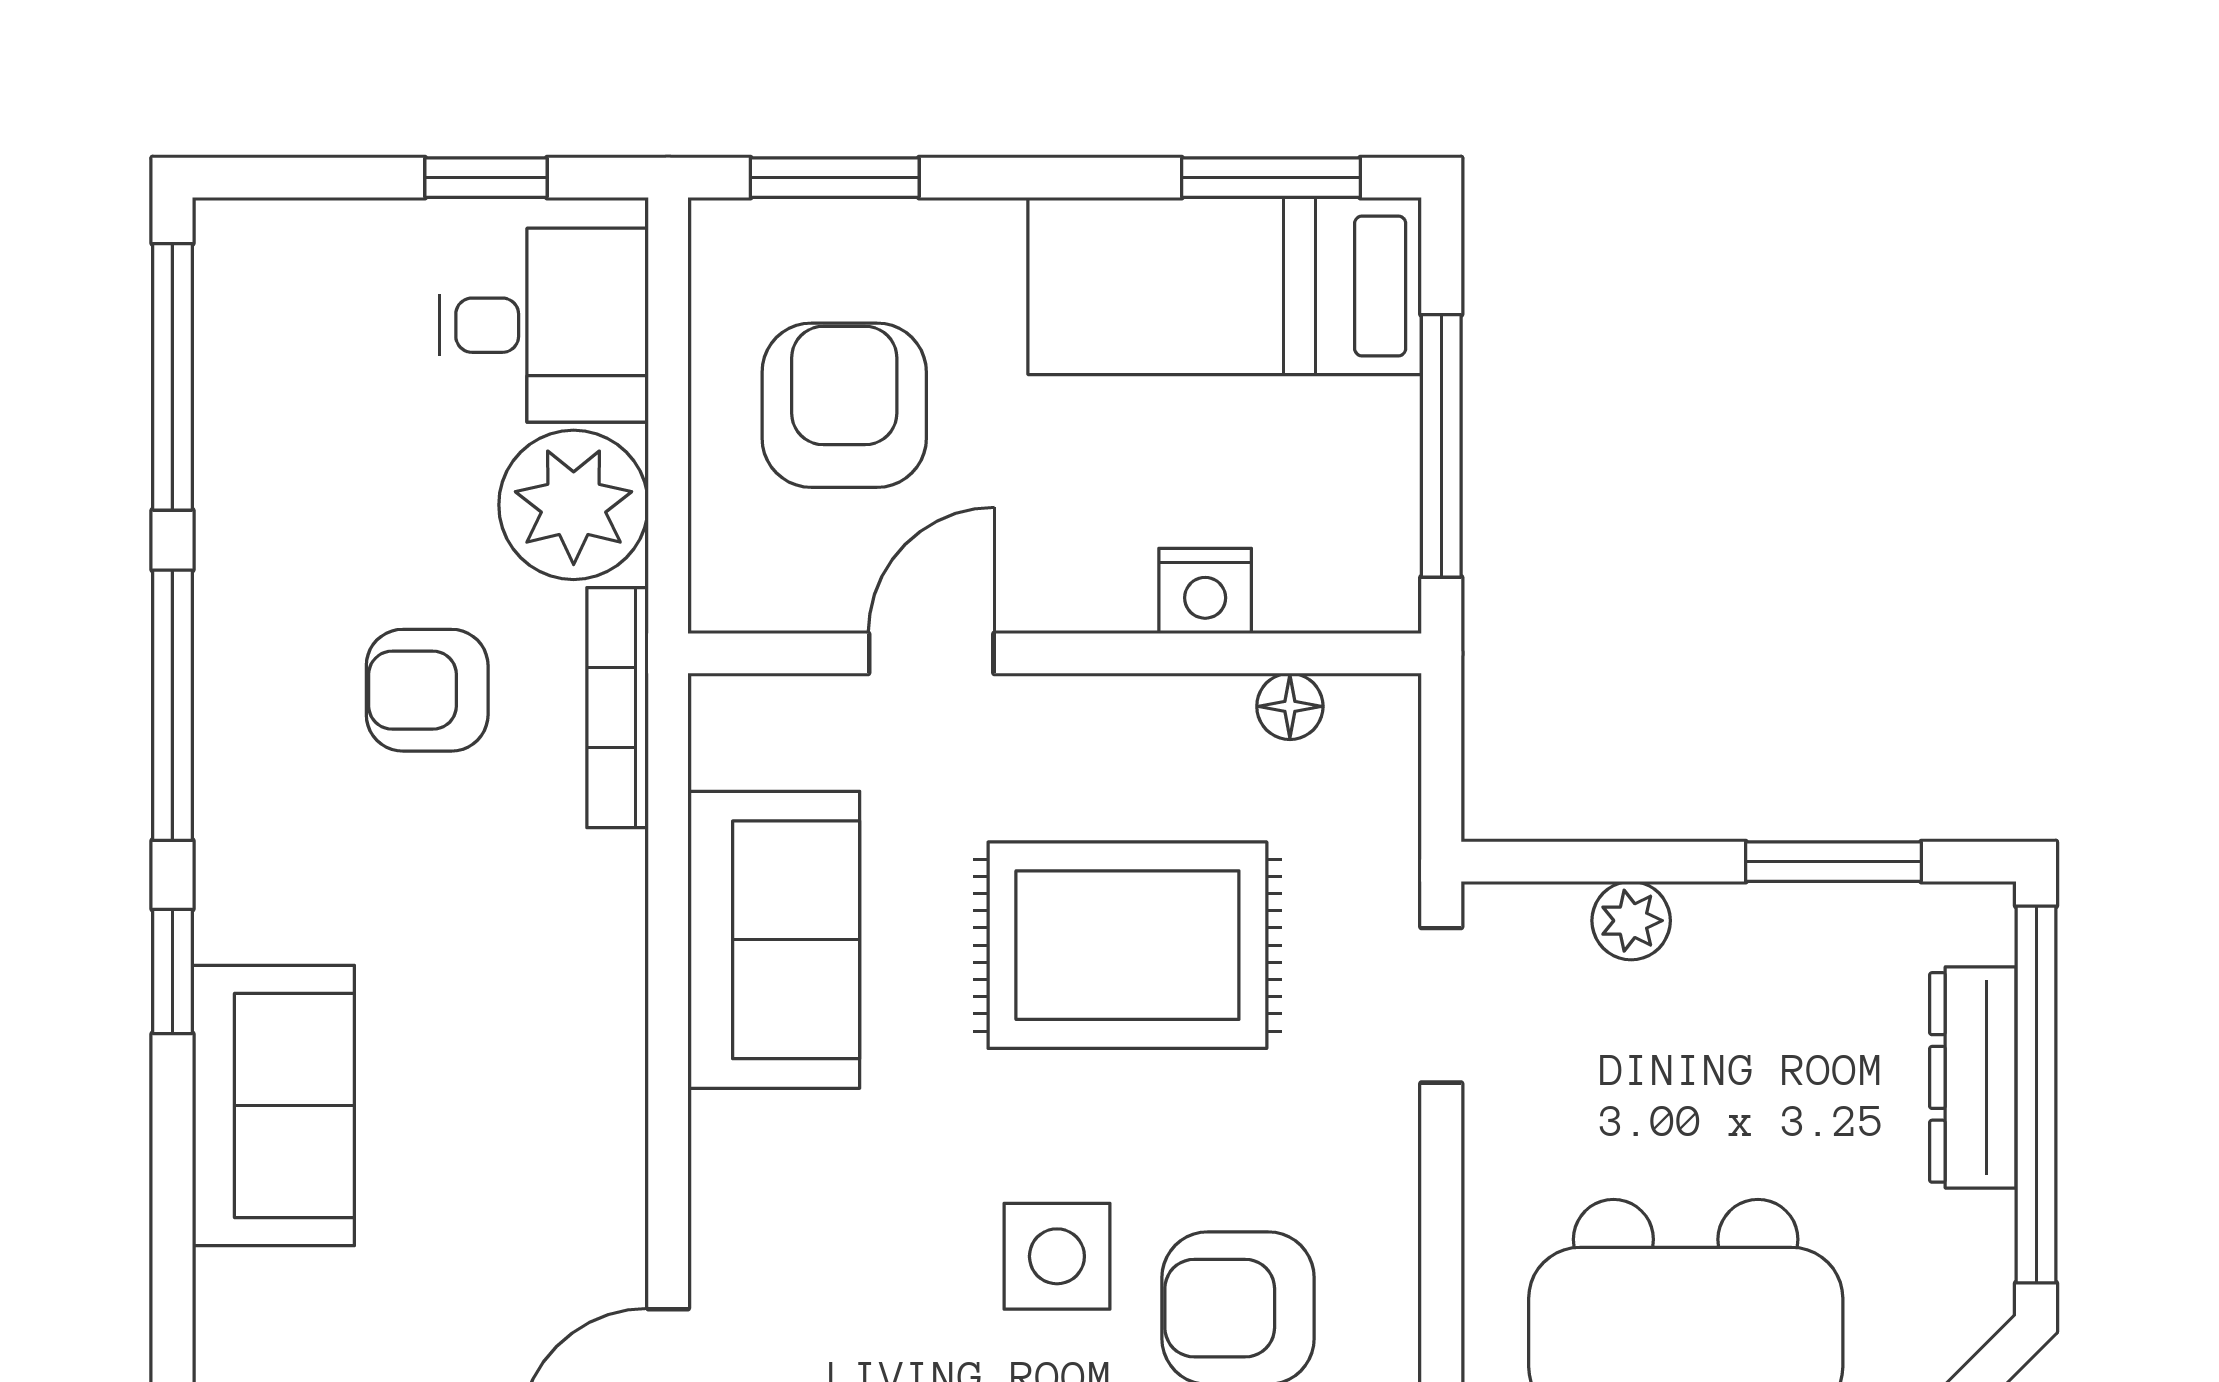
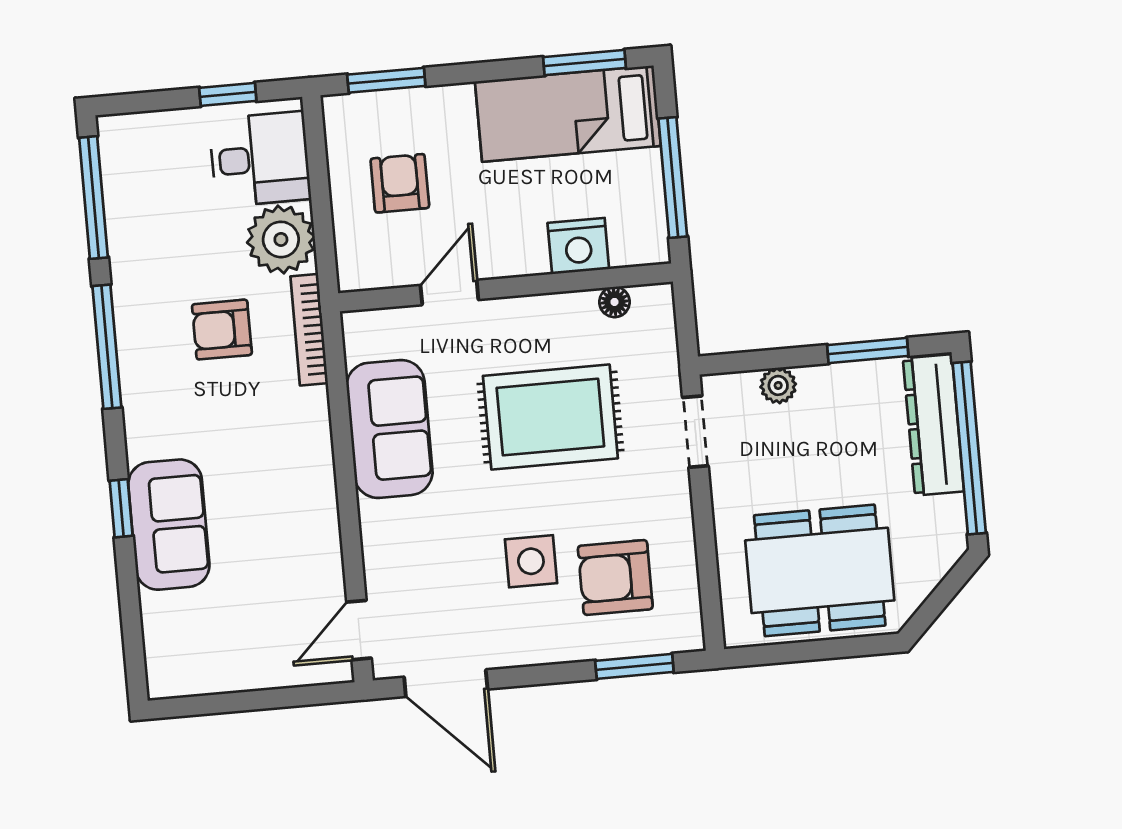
armchair: (844, 405) -> (400, 183), width x0.72, depth x0.72
nightstand: (1205, 591) -> (578, 246), width x1.36, depth x1.33
window: (172, 971) -> (121, 508), moved
dresser: (1973, 1077) -> (933, 425), width x1.37, depth x1.24

